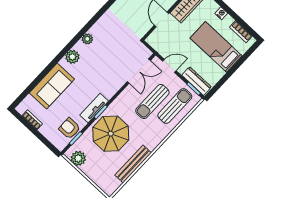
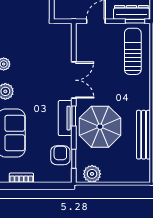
double door: (139, 71) -> (74, 80), moved
sun lounger: (152, 101) -> (110, 66), removed
armchair: (69, 128) -> (60, 155), turned 90

